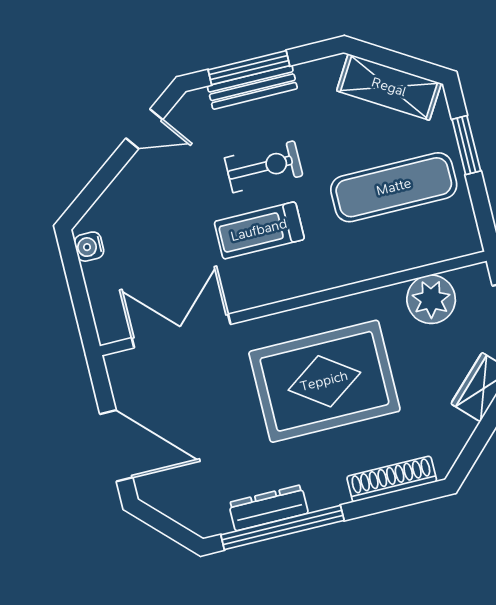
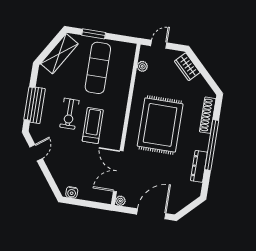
exercise bike: (264, 167) -> (69, 114), turned 180
treadmill: (259, 230) -> (93, 126), turned 180
plant: (431, 299) -> (142, 66), width x0.53, depth x0.53
plant: (116, 364) -> (120, 201), added
window: (282, 528) -> (212, 145), moved

